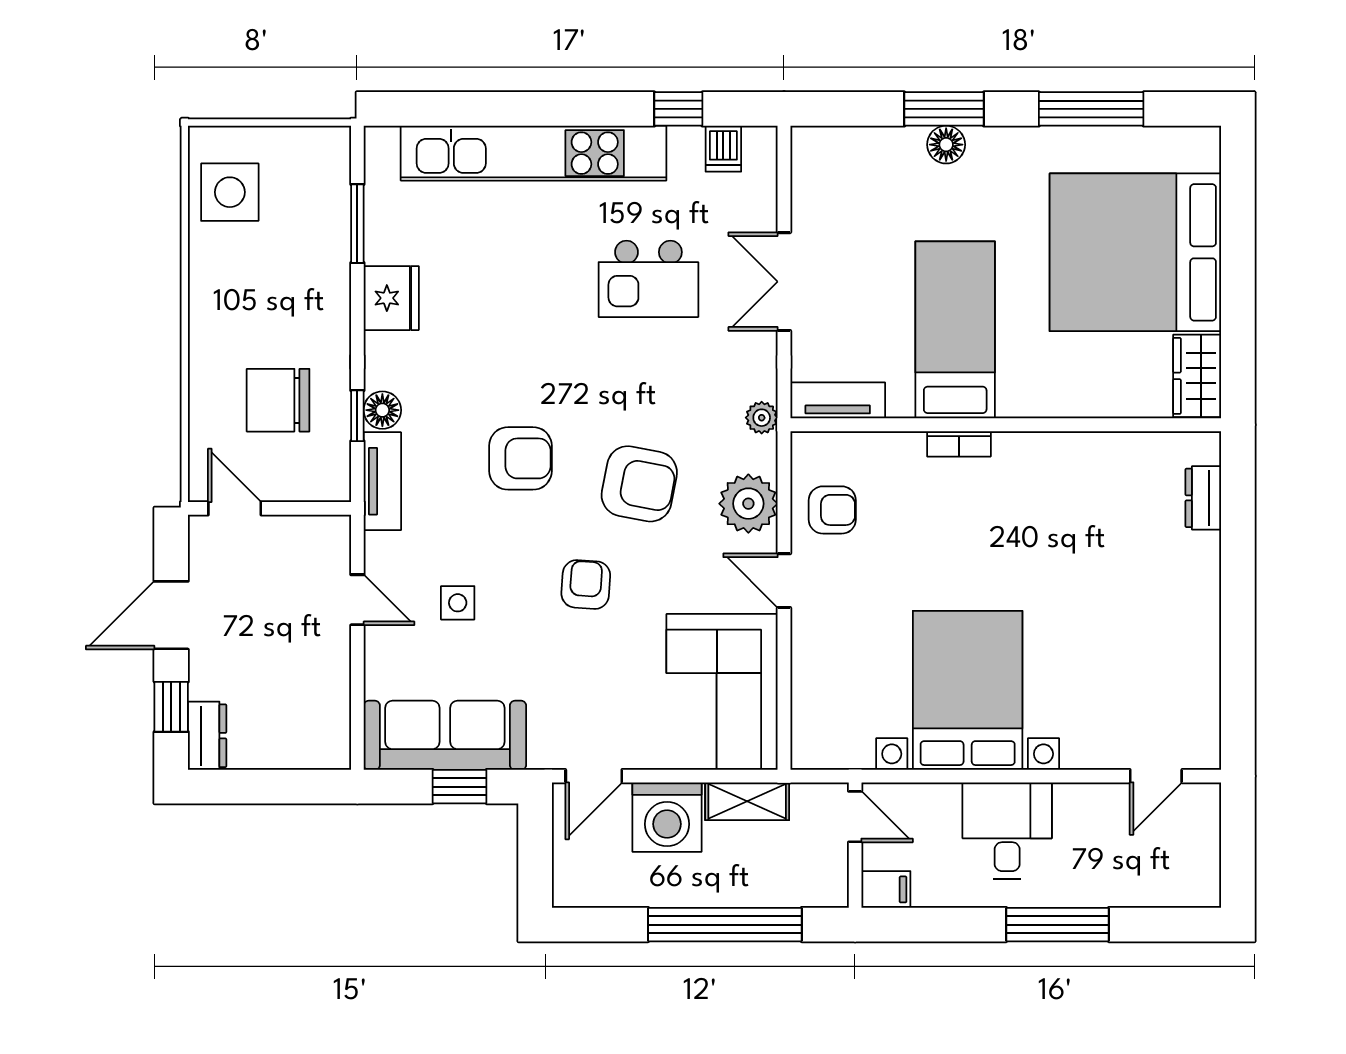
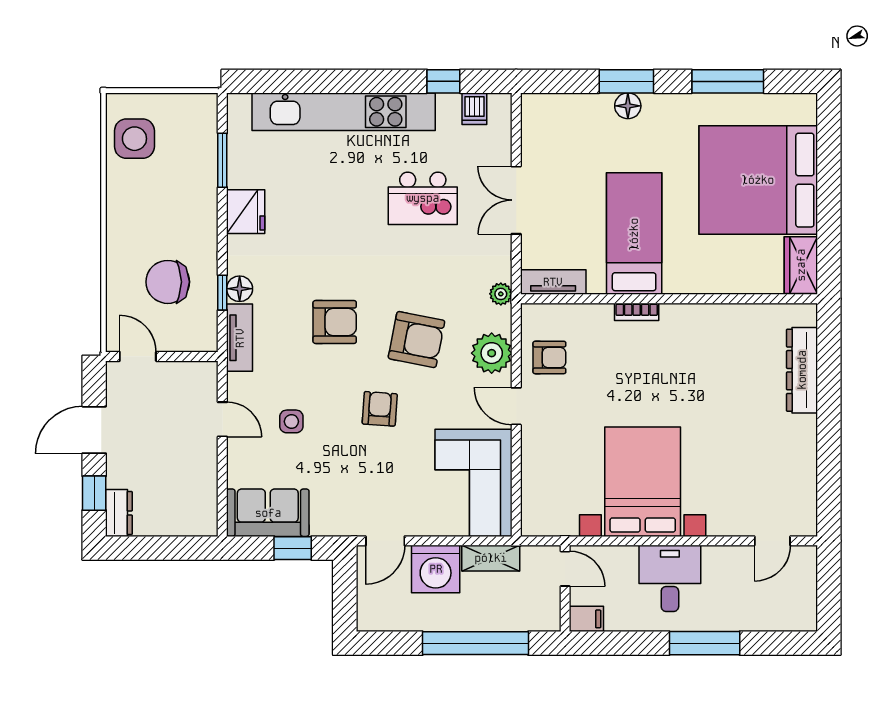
dresser: (1203, 498) -> (802, 370), width x1.96, depth x1.24
sofa: (445, 735) -> (268, 513), width x0.73

